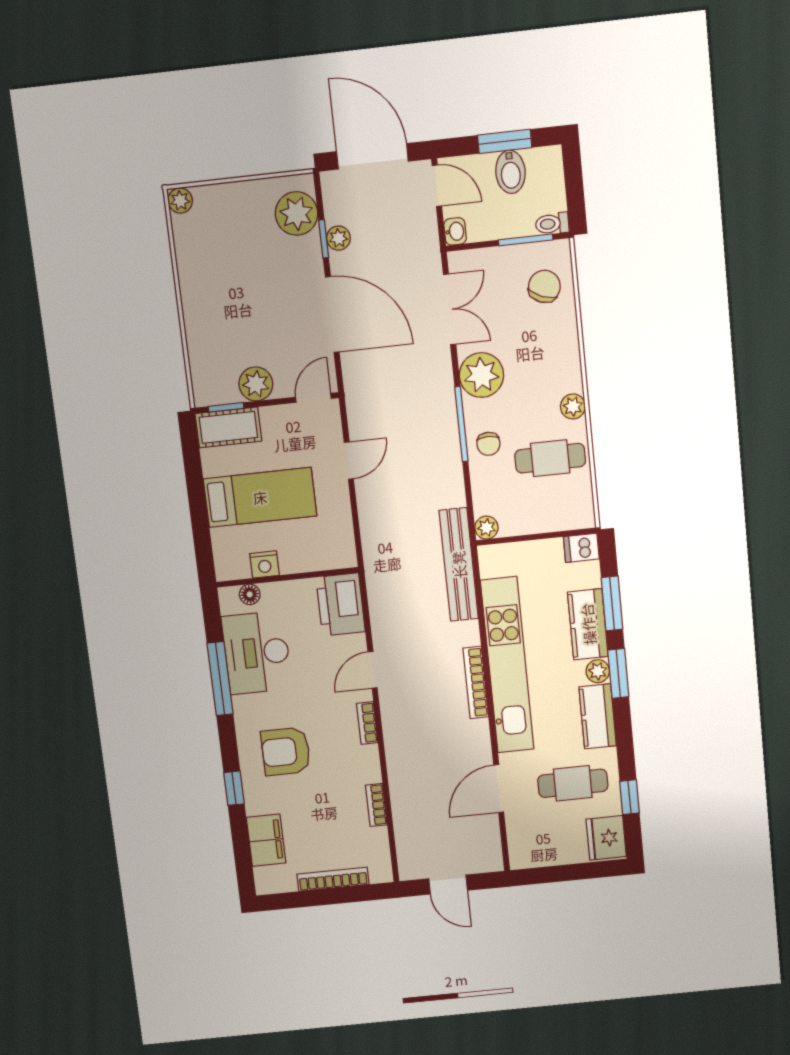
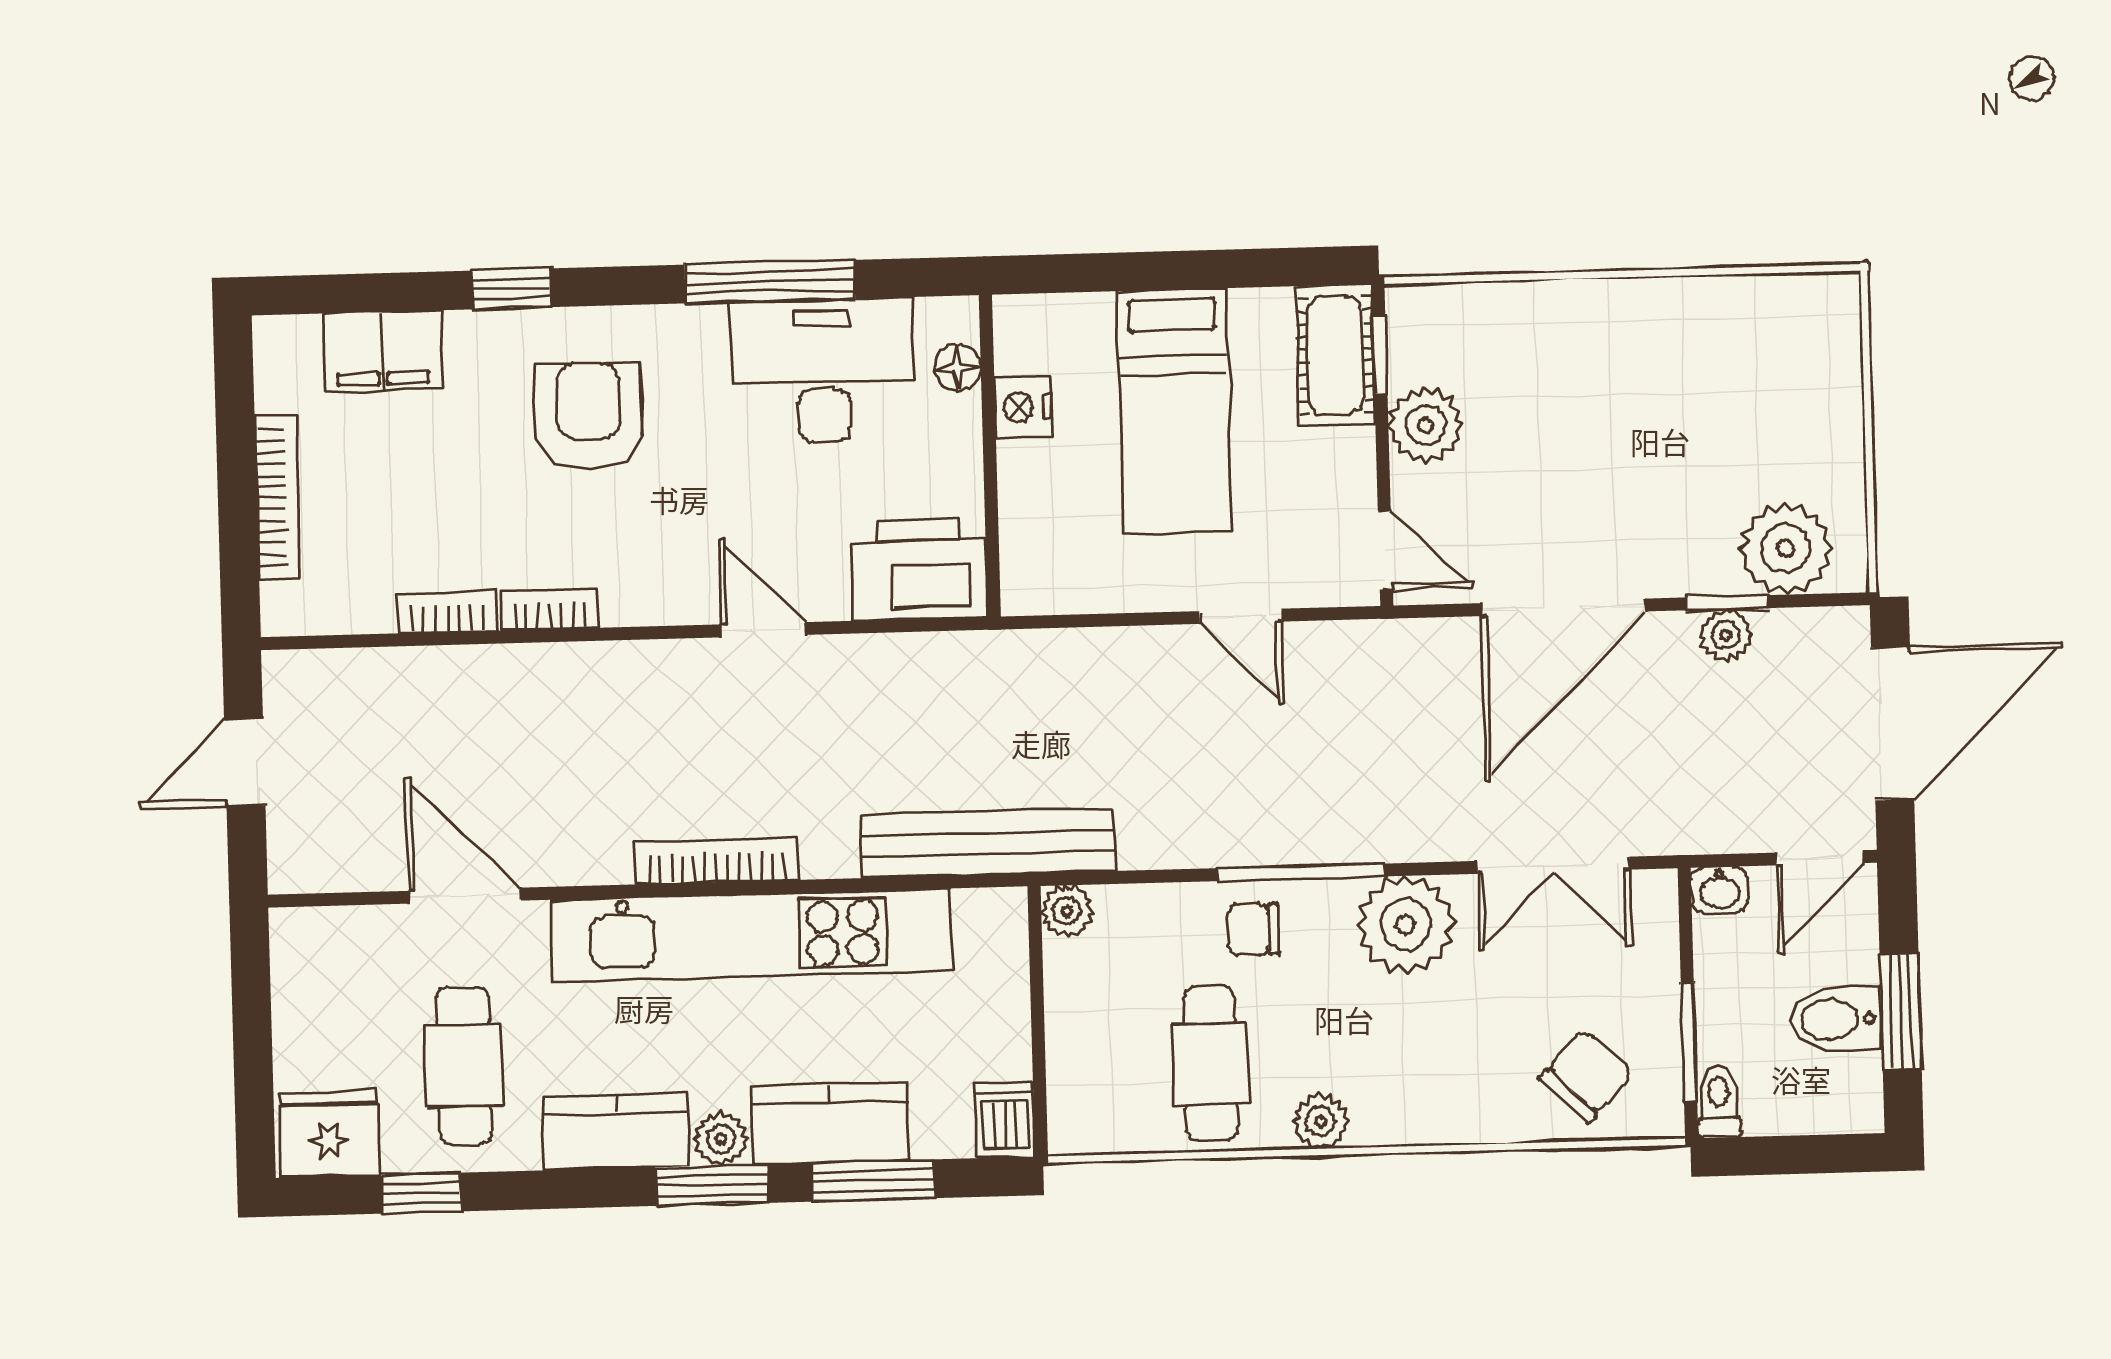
plant: (180, 201) -> (1833, 298), removed
chair: (544, 286) -> (1586, 1076), turned -68
bookcase: (367, 723) -> (550, 610), moved

